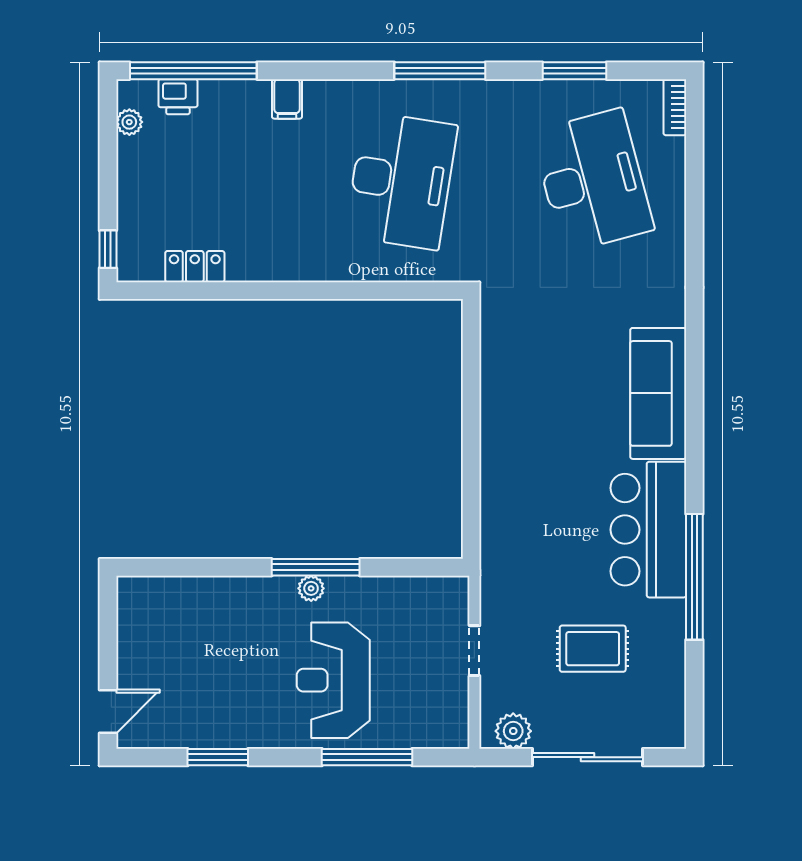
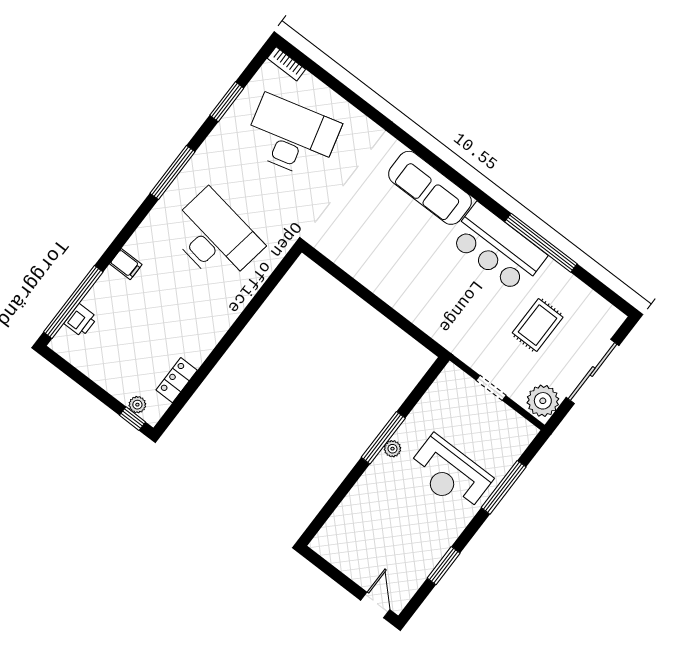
plant: (129, 122) -> (137, 405), moved
plant: (513, 731) -> (543, 401), width x1.36, depth x1.36

